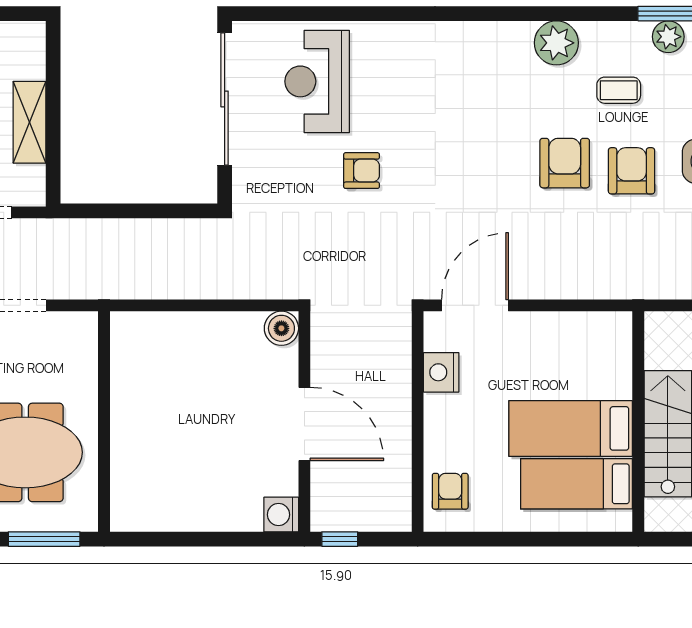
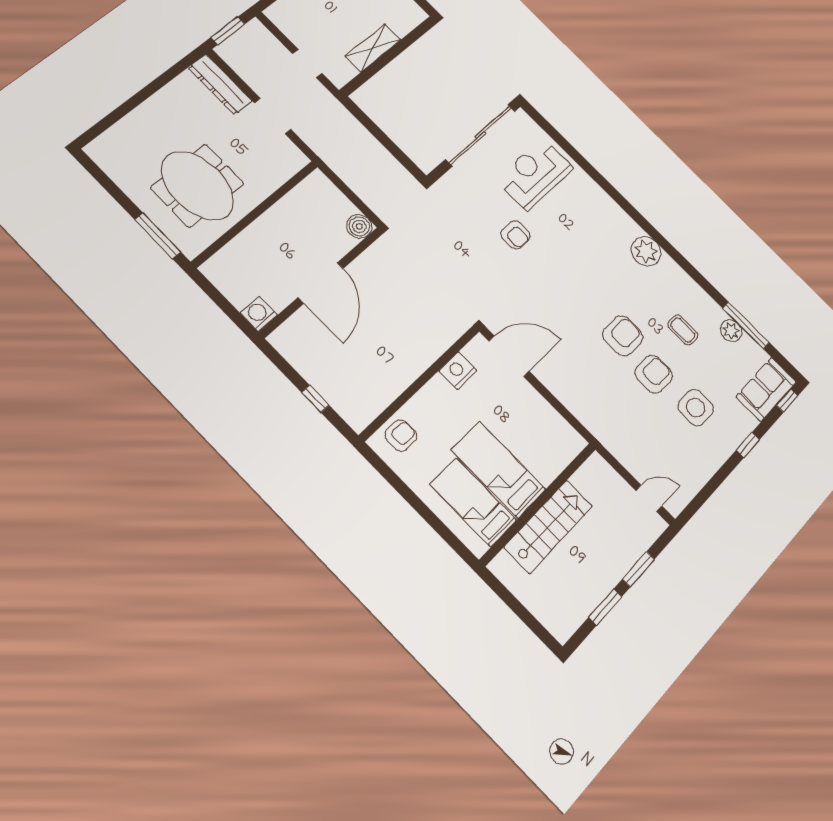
plant: (556, 43) -> (646, 251), moved
boiler: (281, 328) -> (359, 226), moved
wall: (304, 421) -> (322, 282), moved
door: (304, 424) -> (321, 283), moved
washing machine: (281, 515) -> (259, 314), moved

